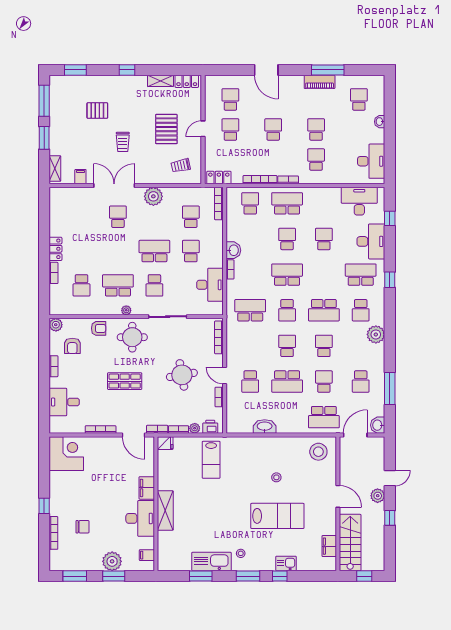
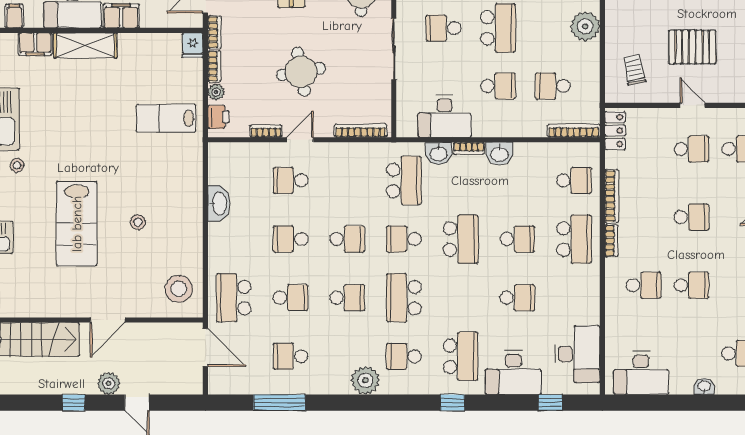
school desk: (191, 217) -> (553, 86), turned 180
school desk: (287, 382) -> (290, 239), width x0.54
washbasin: (378, 425) -> (439, 153), moved, turned 180
filing cabinet: (329, 546) -> (35, 44), moved, turned 180

